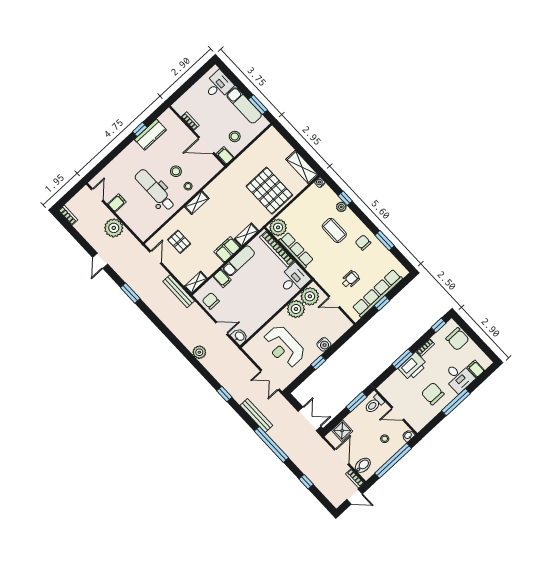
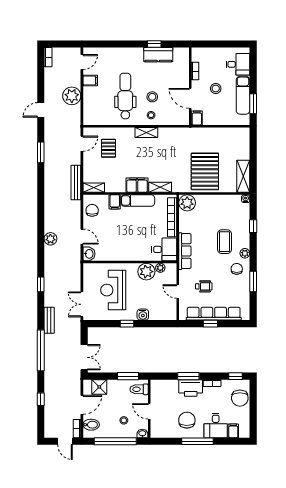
stool: (235, 136) -> (216, 89), moved
plant: (341, 207) -> (245, 253), moved
row of seats: (296, 250) -> (185, 251), moved
plant: (310, 296) -> (160, 268), width x0.53, depth x0.53
bench: (256, 415) -> (49, 320), width x0.73

